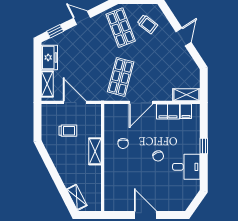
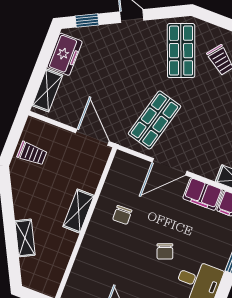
door: (75, 102) -> (92, 137), moved
trolley: (68, 131) -> (32, 154), moved
shelving: (77, 197) -> (25, 238), moved

